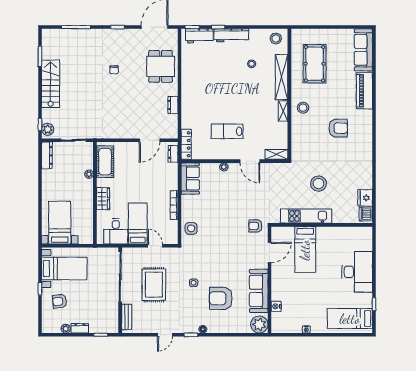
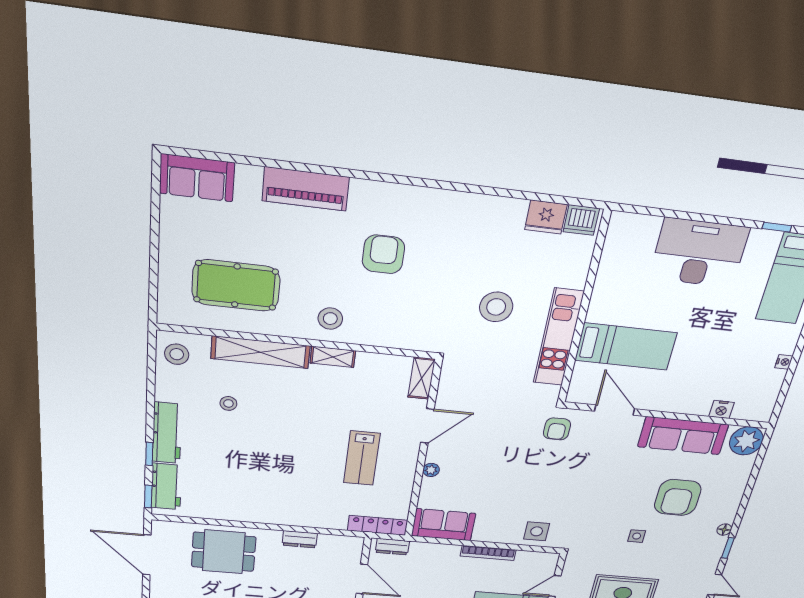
sofa: (363, 50) -> (197, 178), width x0.73

